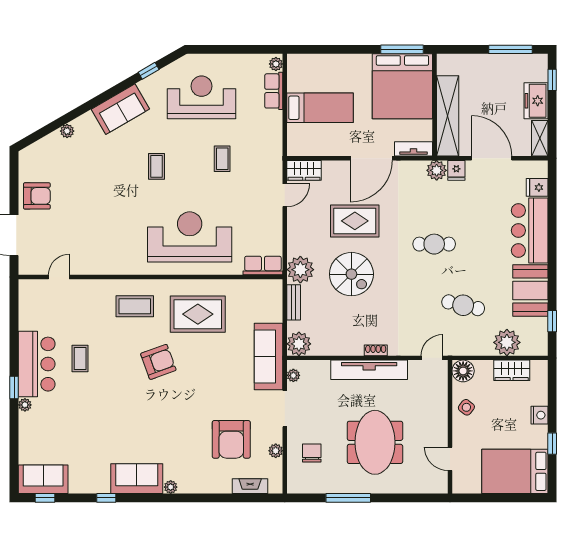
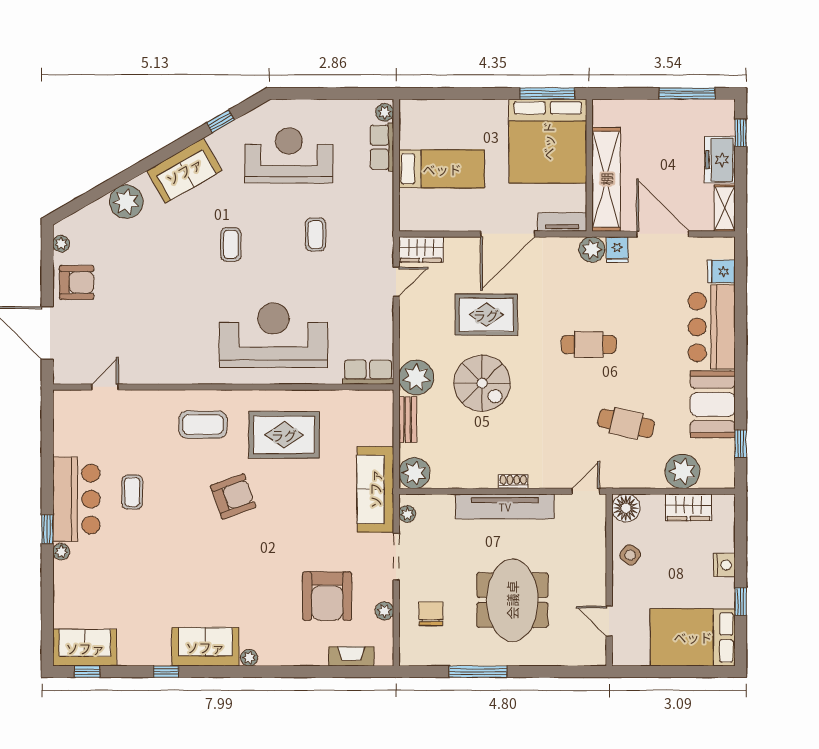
plant: (67, 131) -> (126, 202), width x1.88, depth x1.88
plant: (25, 166) -> (61, 244), added

